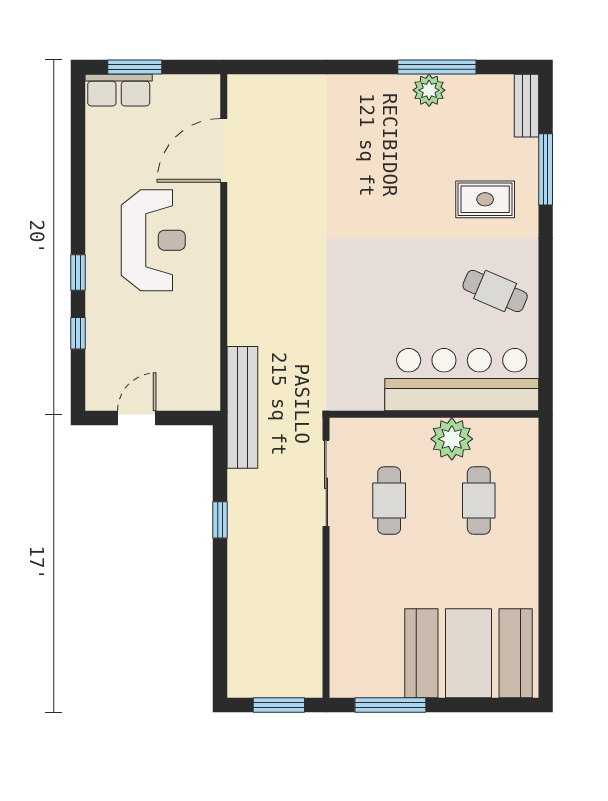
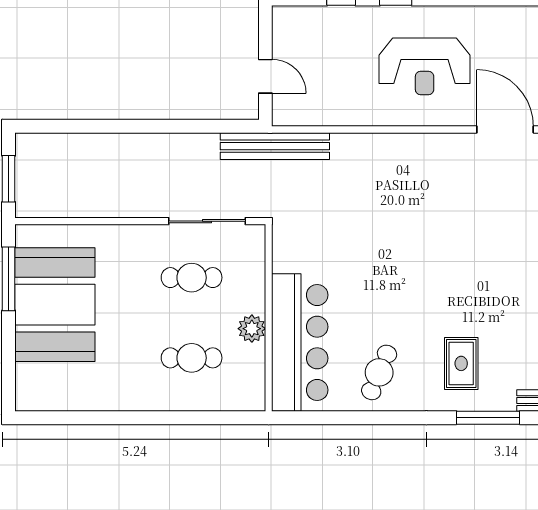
door: (137, 418) -> (265, 76), moved
plant: (452, 439) -> (252, 329), width x0.73, depth x0.73
window: (220, 520) -> (174, 126), removed
booth: (469, 653) -> (55, 305), moved

